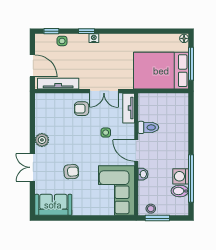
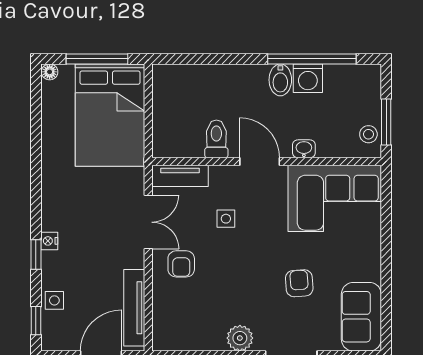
door: (136, 151) -> (260, 162), swing flipped
bidet: (180, 191) -> (280, 80), moved

